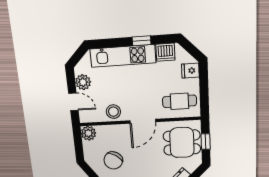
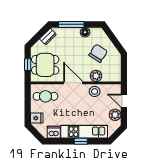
window: (142, 41) -> (81, 141), moved
door: (143, 121) -> (73, 83), hinge flipped
plant: (89, 133) -> (96, 76), moved

